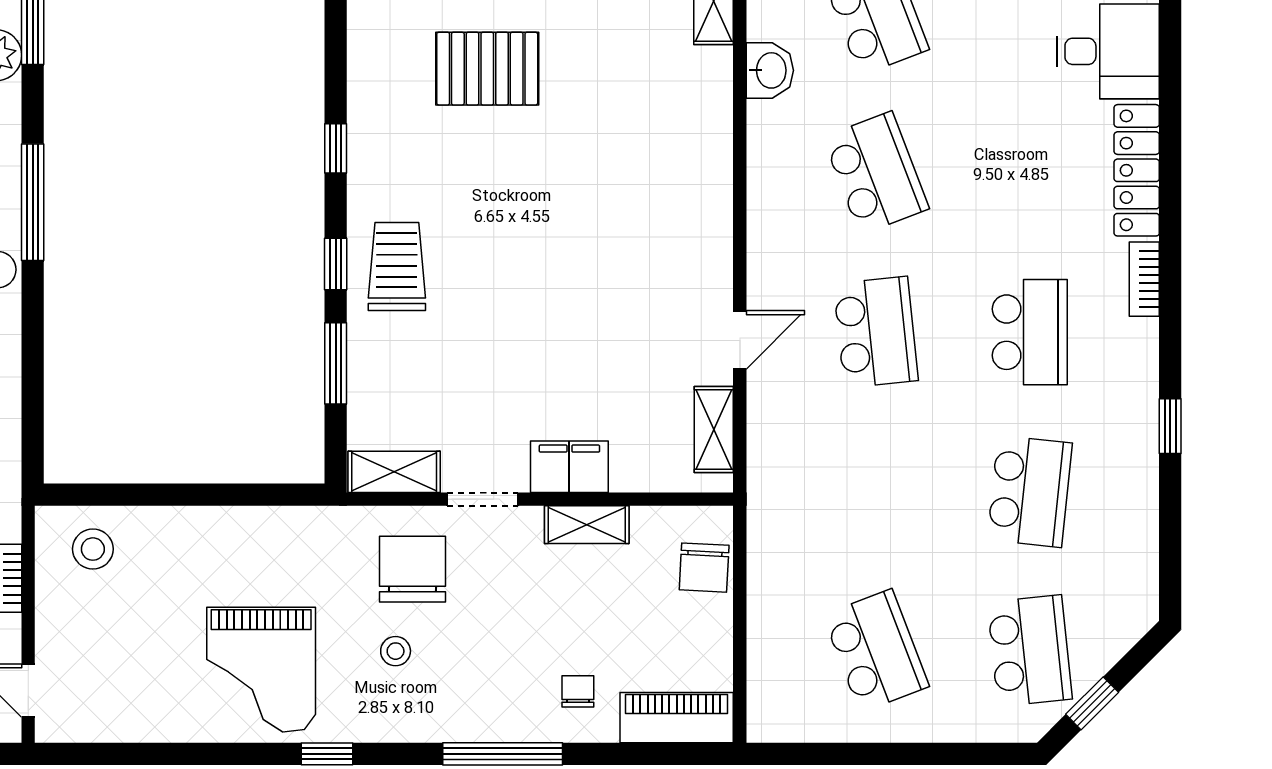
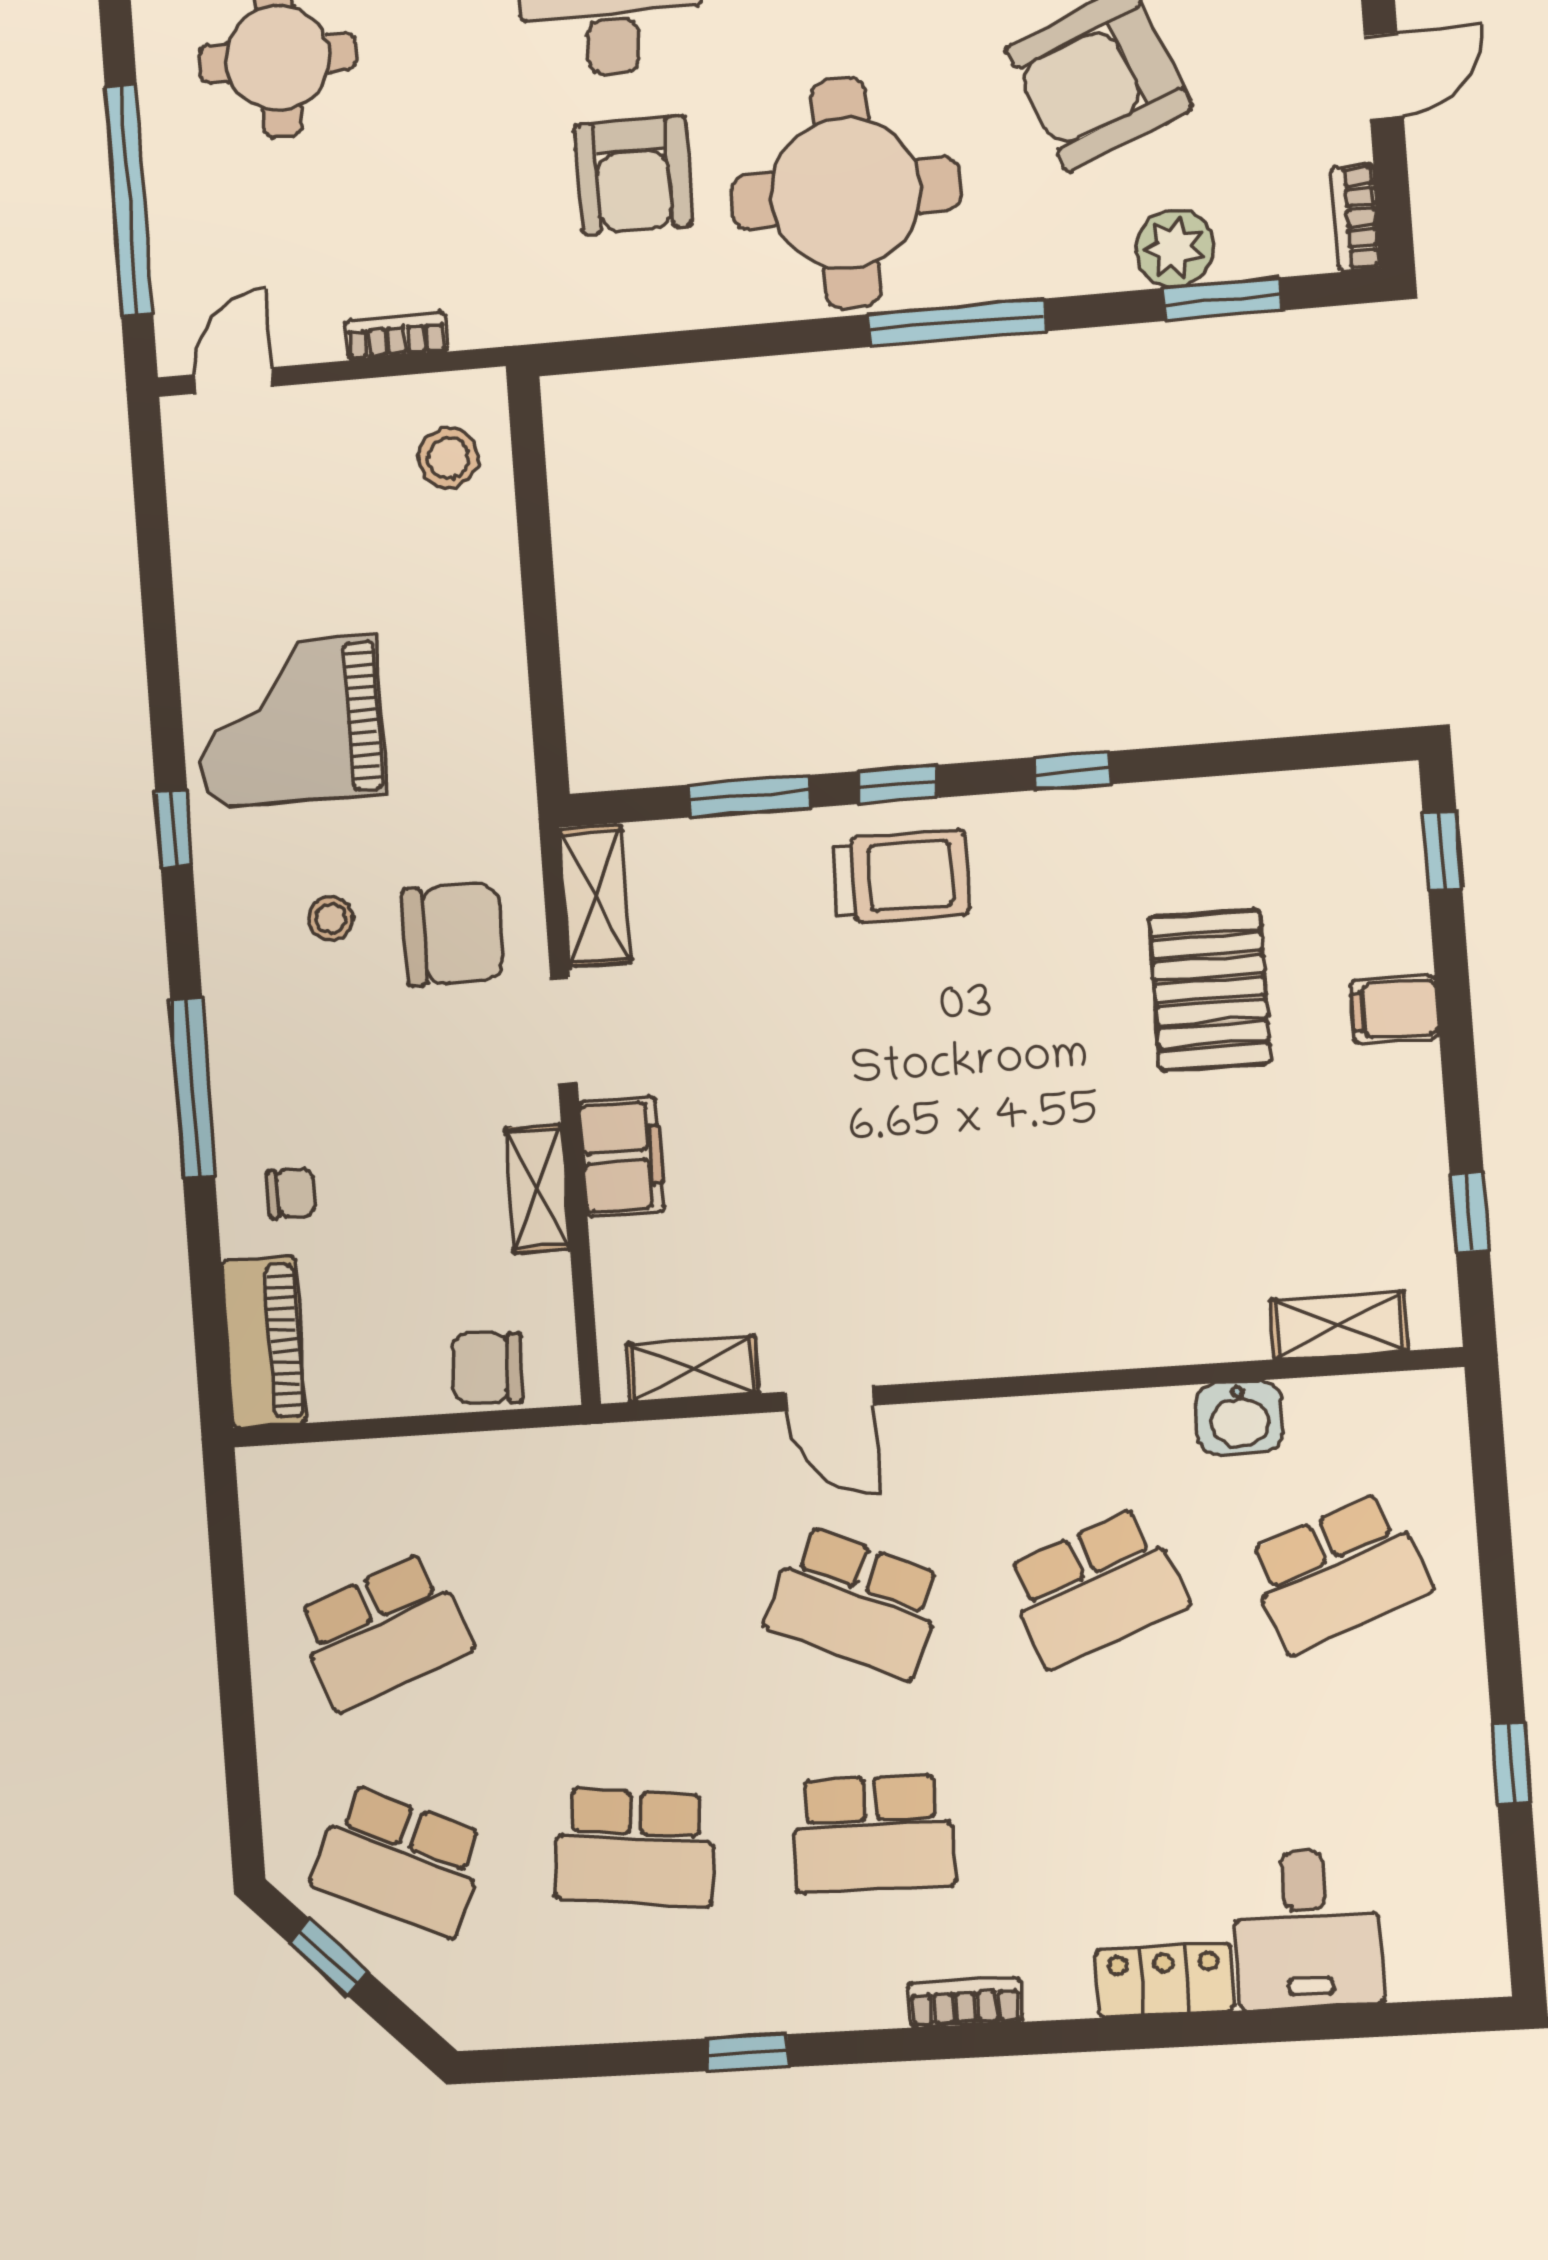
locker: (1137, 170) -> (1164, 1980), width x0.66
school desk: (876, 332) -> (856, 1602), turned 30
school desk: (1030, 651) -> (400, 1860), turned 30

